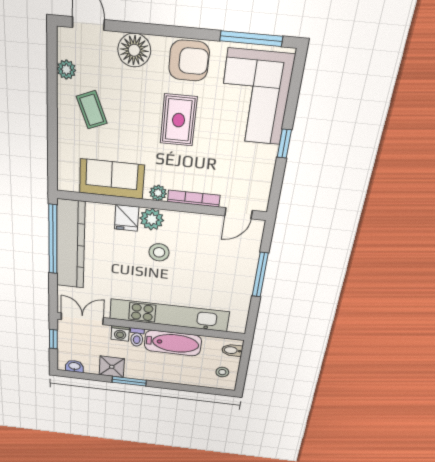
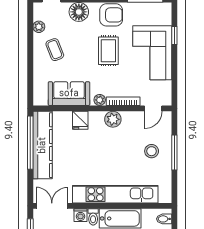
corner sofa: (255, 97) -> (152, 53), moved
window: (284, 144) -> (174, 36), moved
plant: (152, 219) -> (113, 119), moved
stool: (159, 252) -> (152, 151), moved

